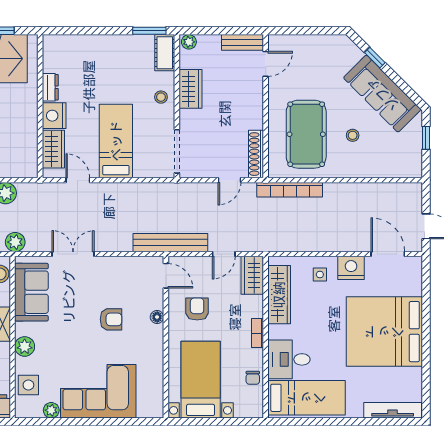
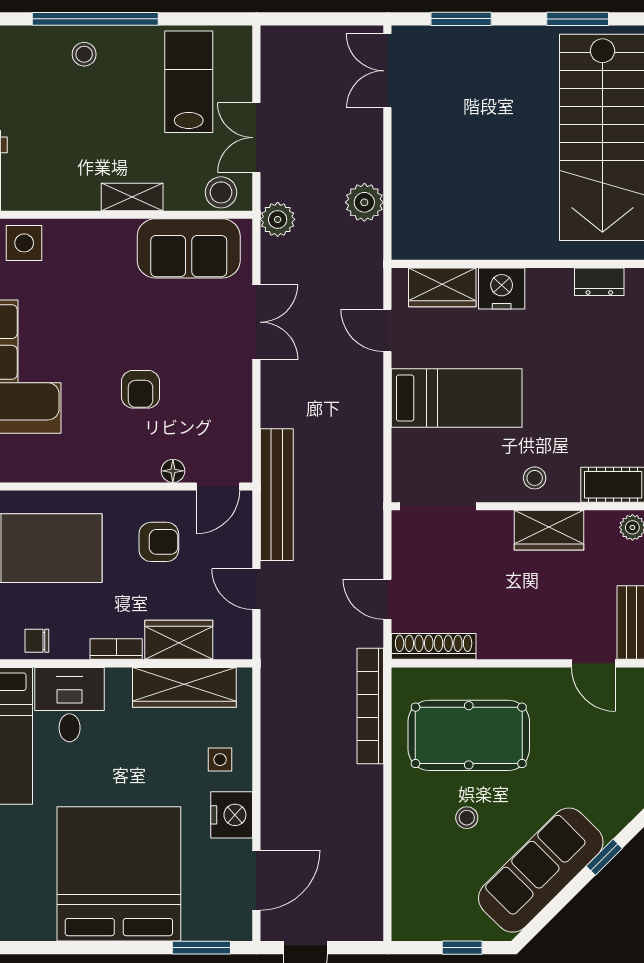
dresser: (50, 87) -> (599, 282), moved
door: (78, 180) -> (387, 330), swing flipped
wardrobe: (252, 275) -> (179, 640), moved
window: (426, 285) -> (201, 948), added
floor lamp: (157, 317) -> (173, 471), moved
plant: (25, 346) -> (92, 236), removed

